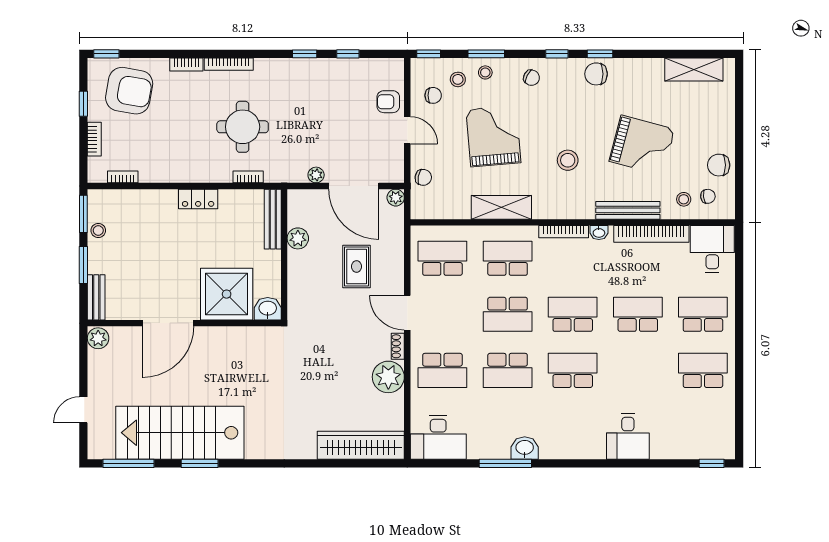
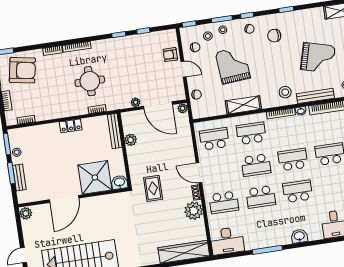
window: (557, 54) -> (247, 15), moved
chair: (596, 74) -> (274, 36), moved
stool: (568, 160) -> (285, 92), moved
rug: (357, 267) -> (153, 188), moved
bench: (96, 297) -> (19, 177), moved
washbasin: (525, 448) -> (299, 236), moved

